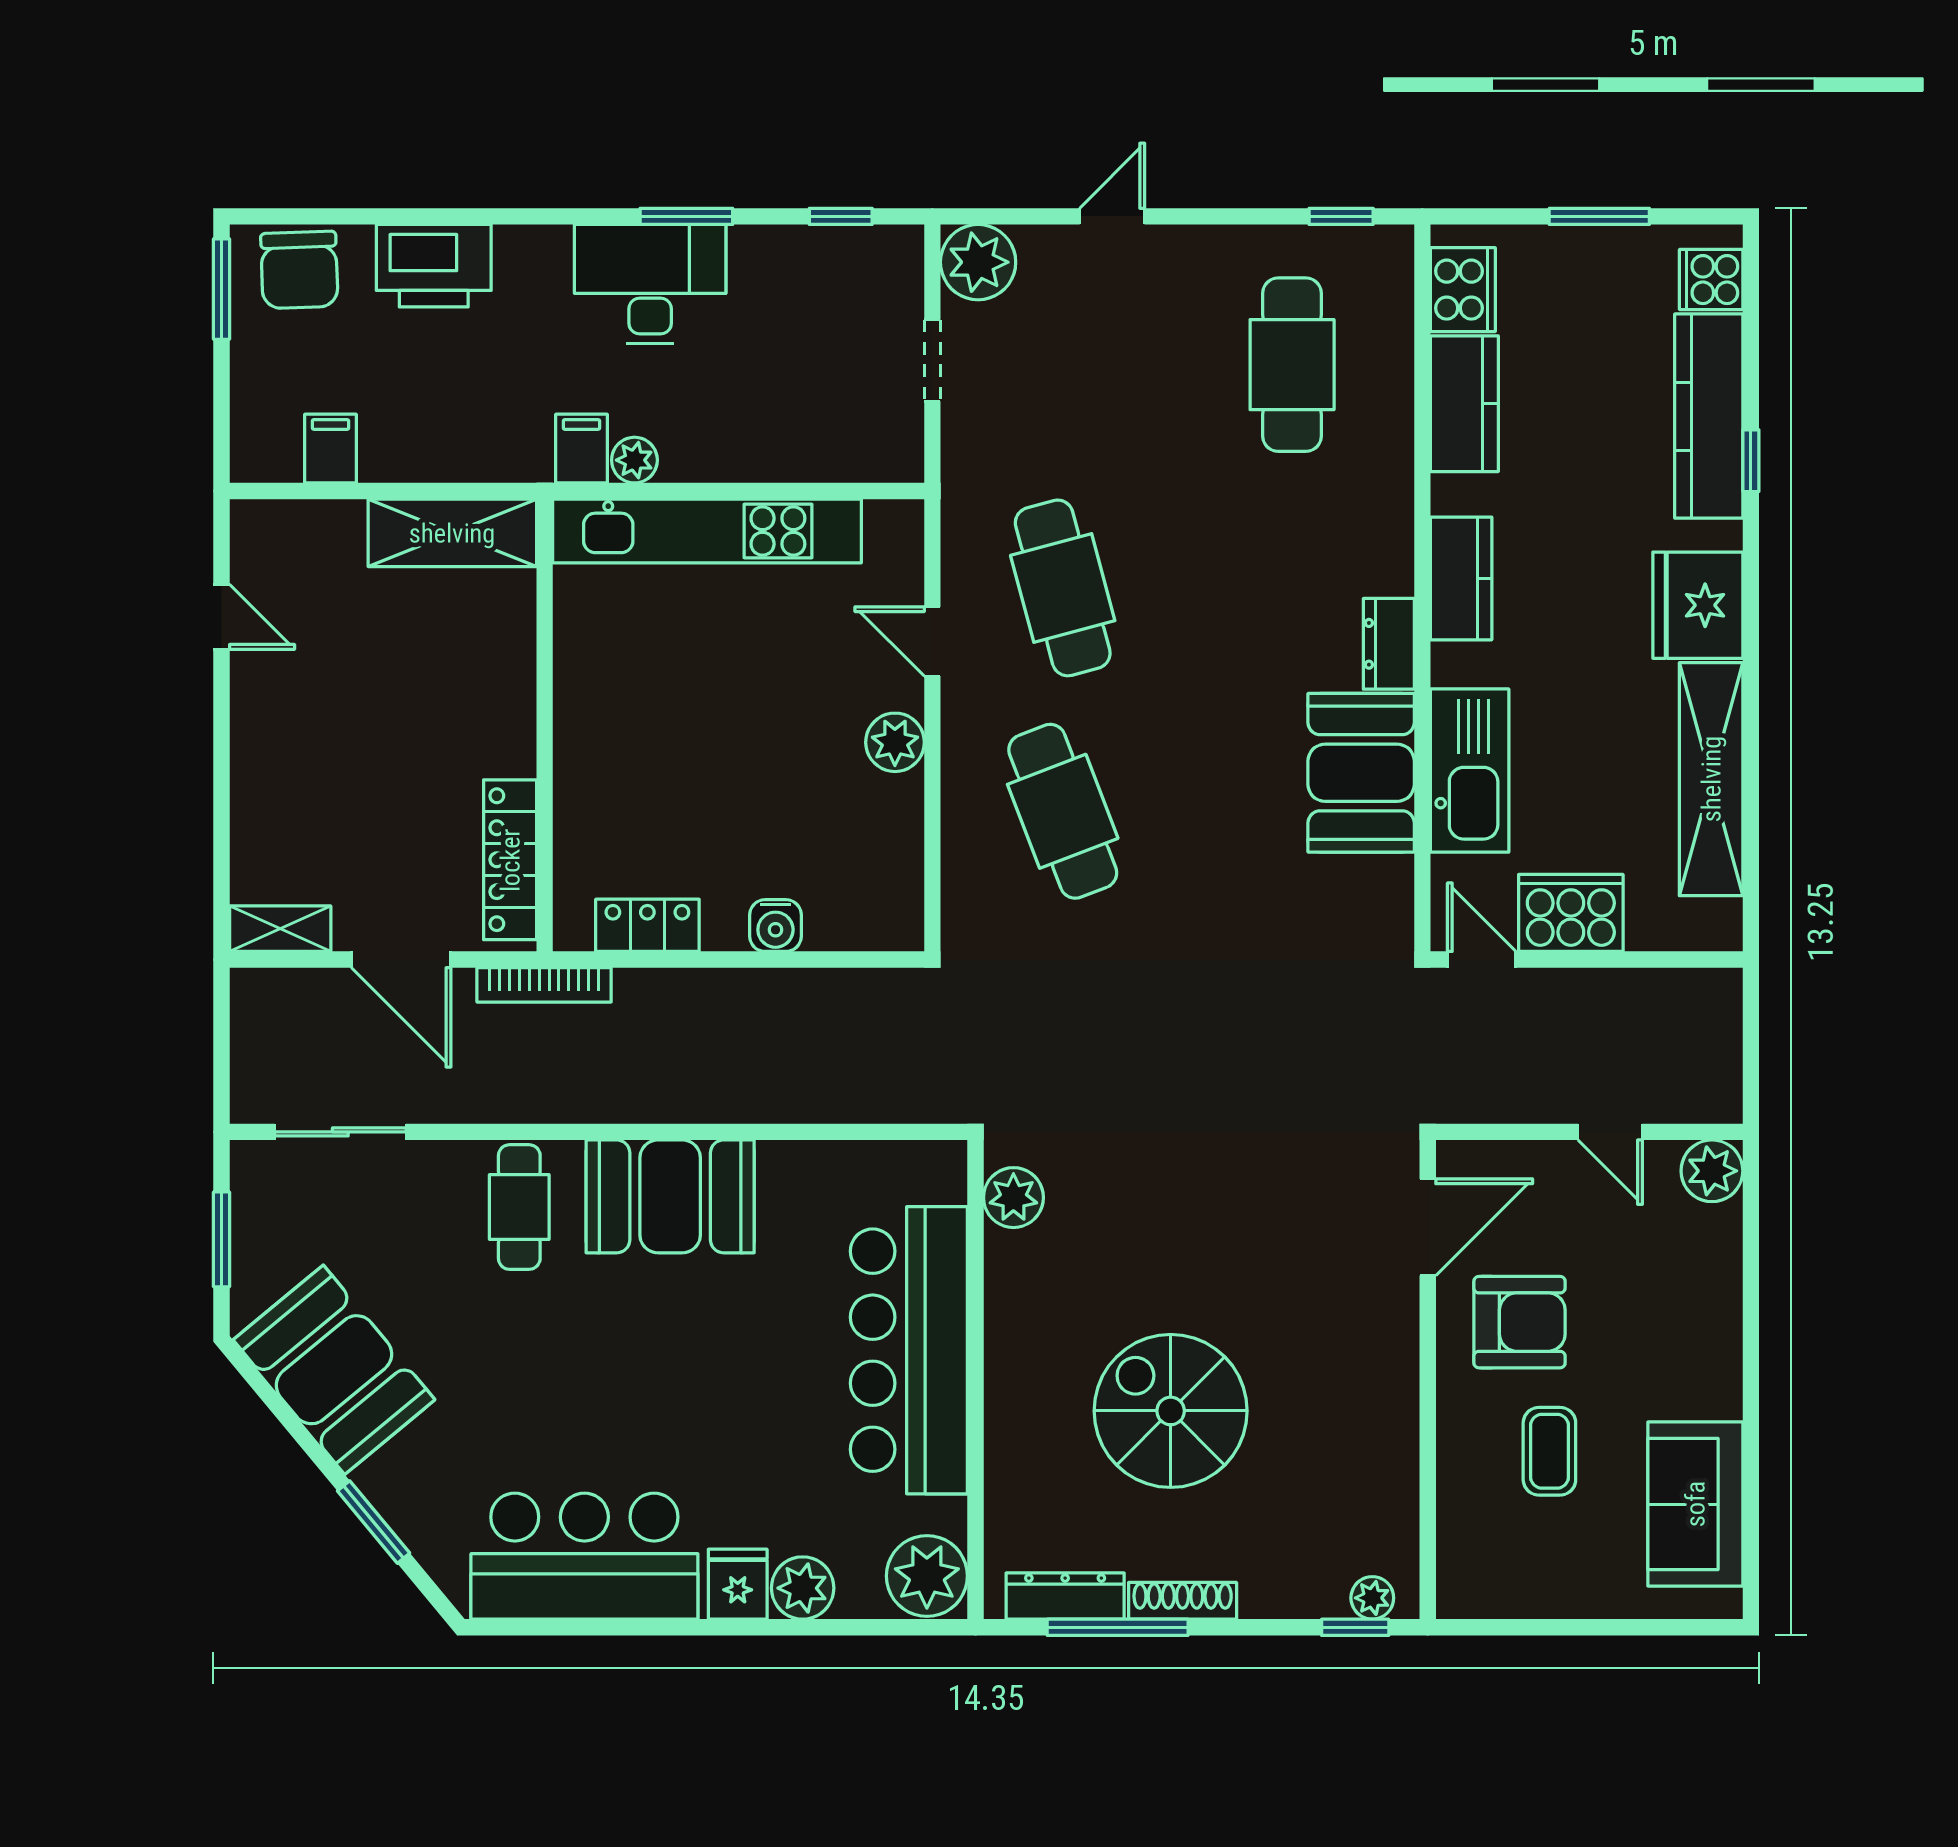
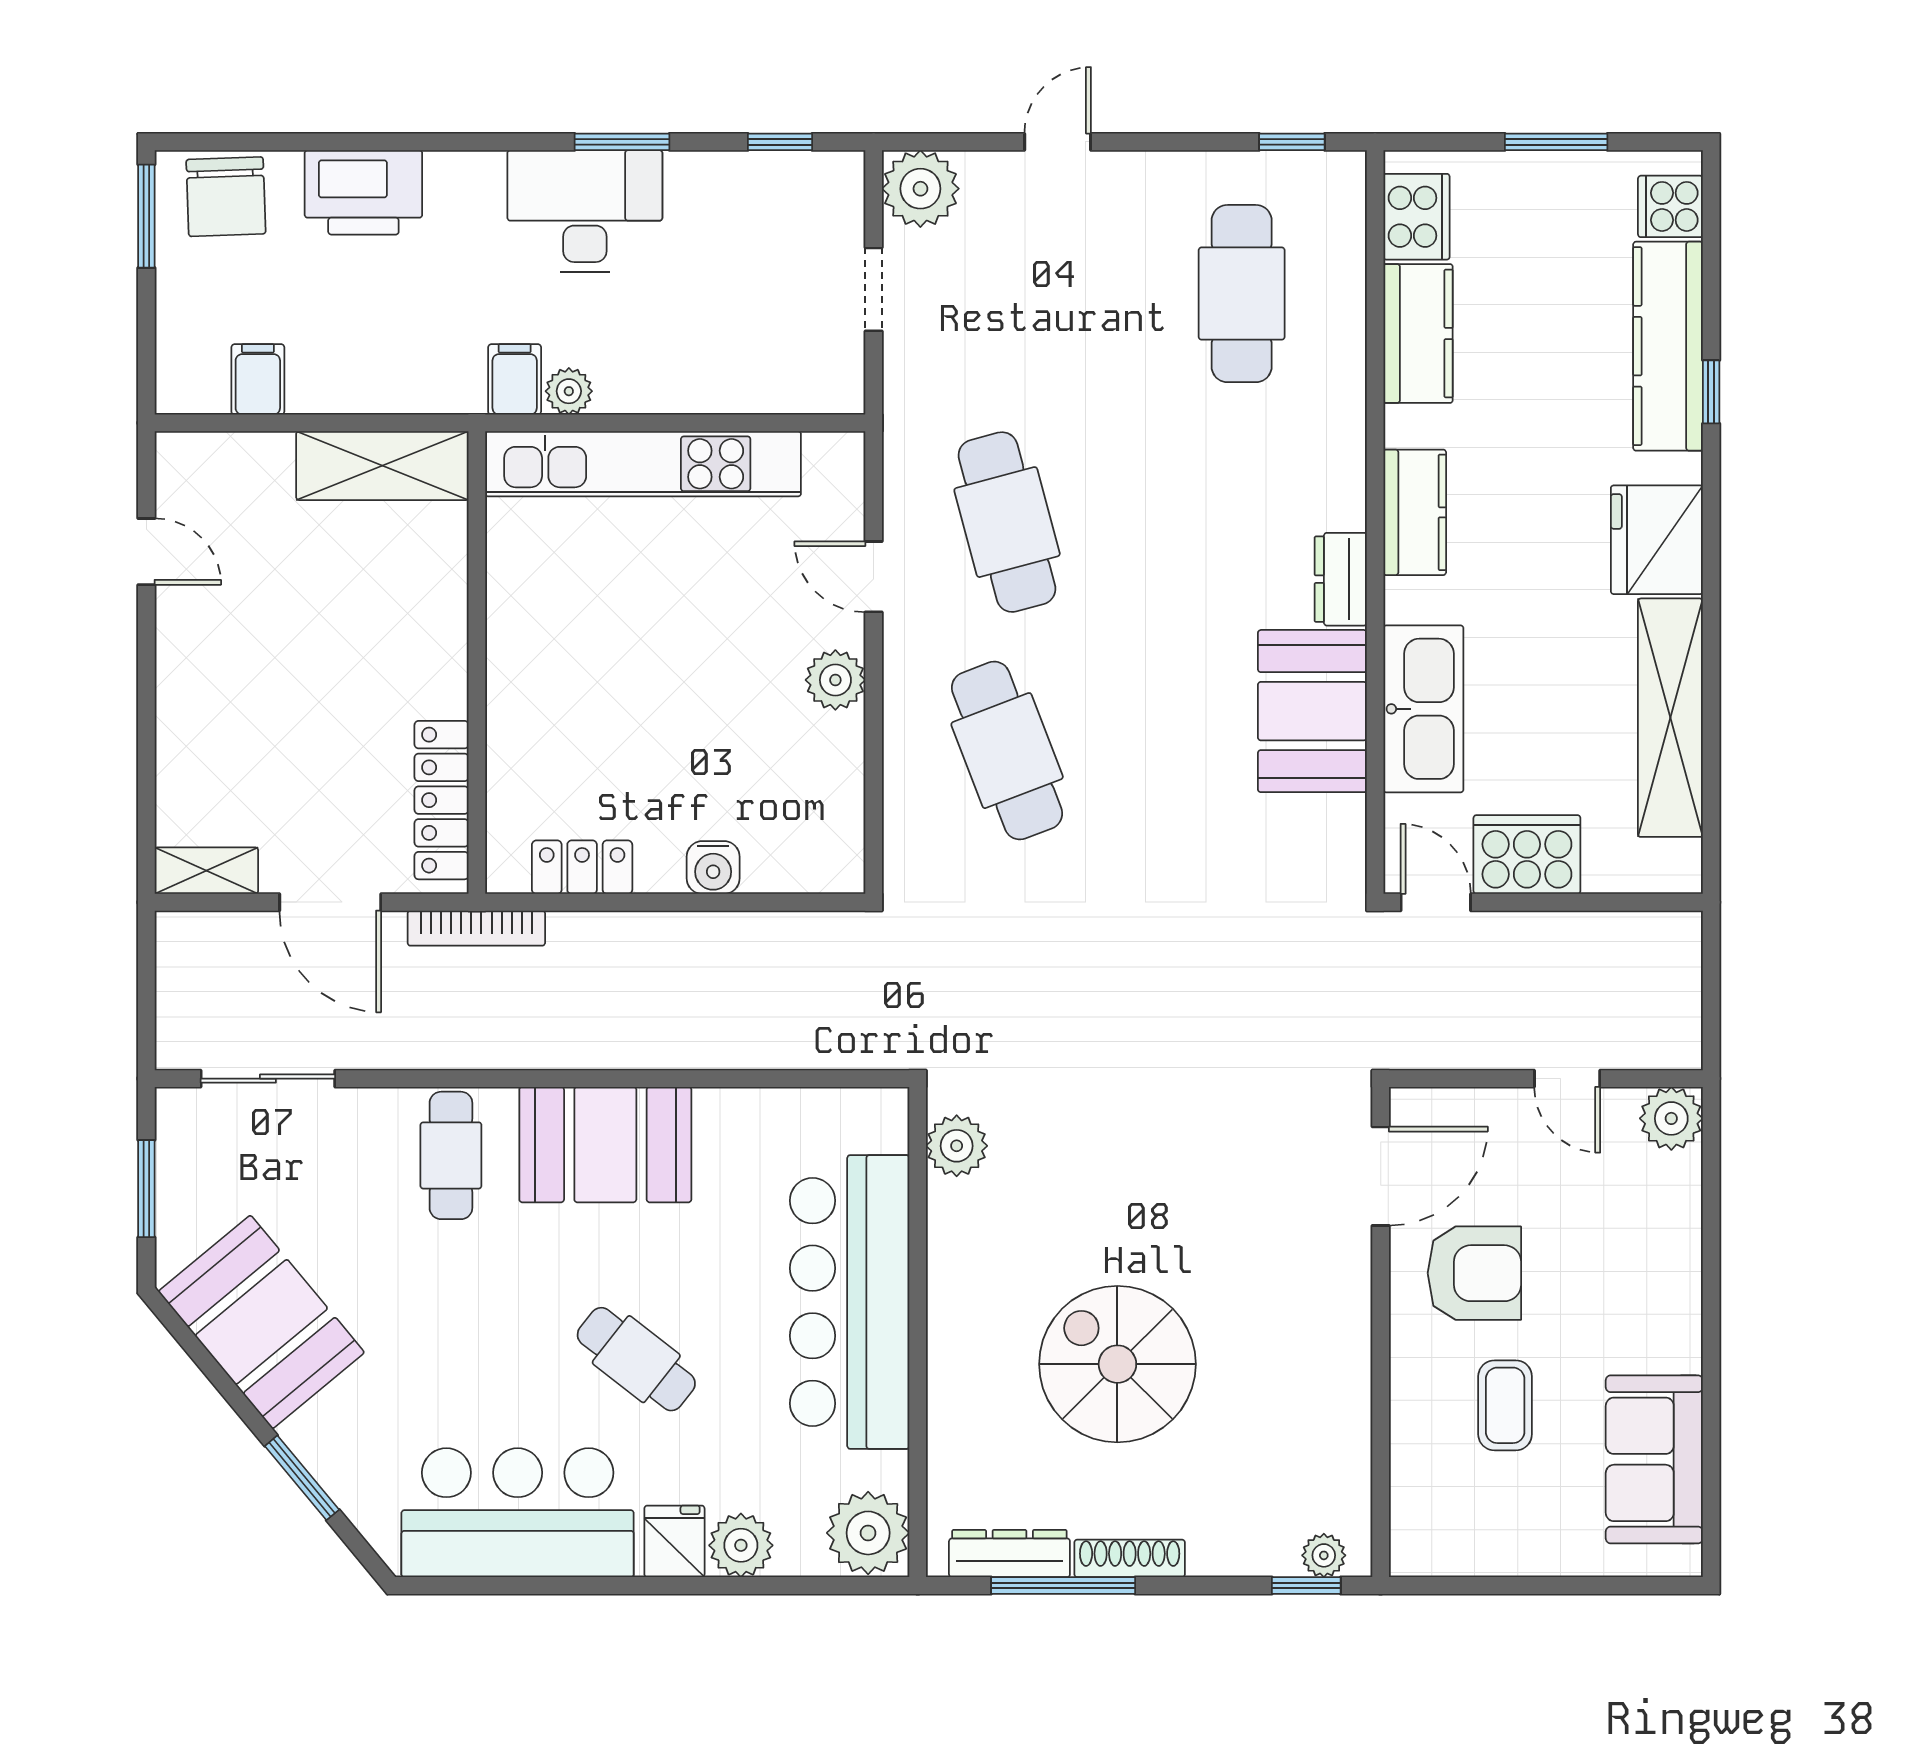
cafe table: (700, 1406) -> (636, 1359), added

